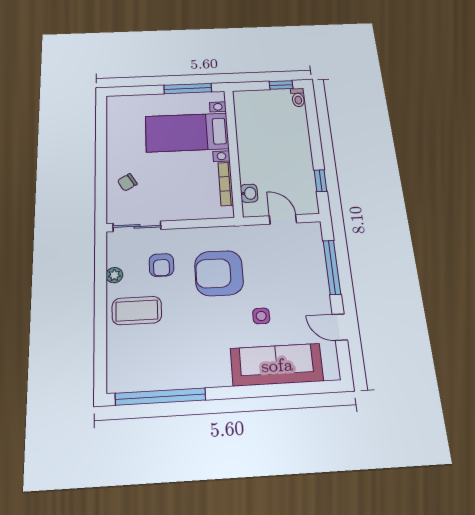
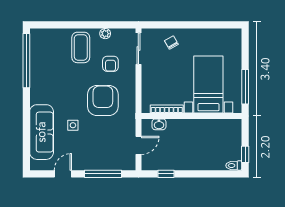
armchair: (161, 265) -> (110, 64), turned -90

